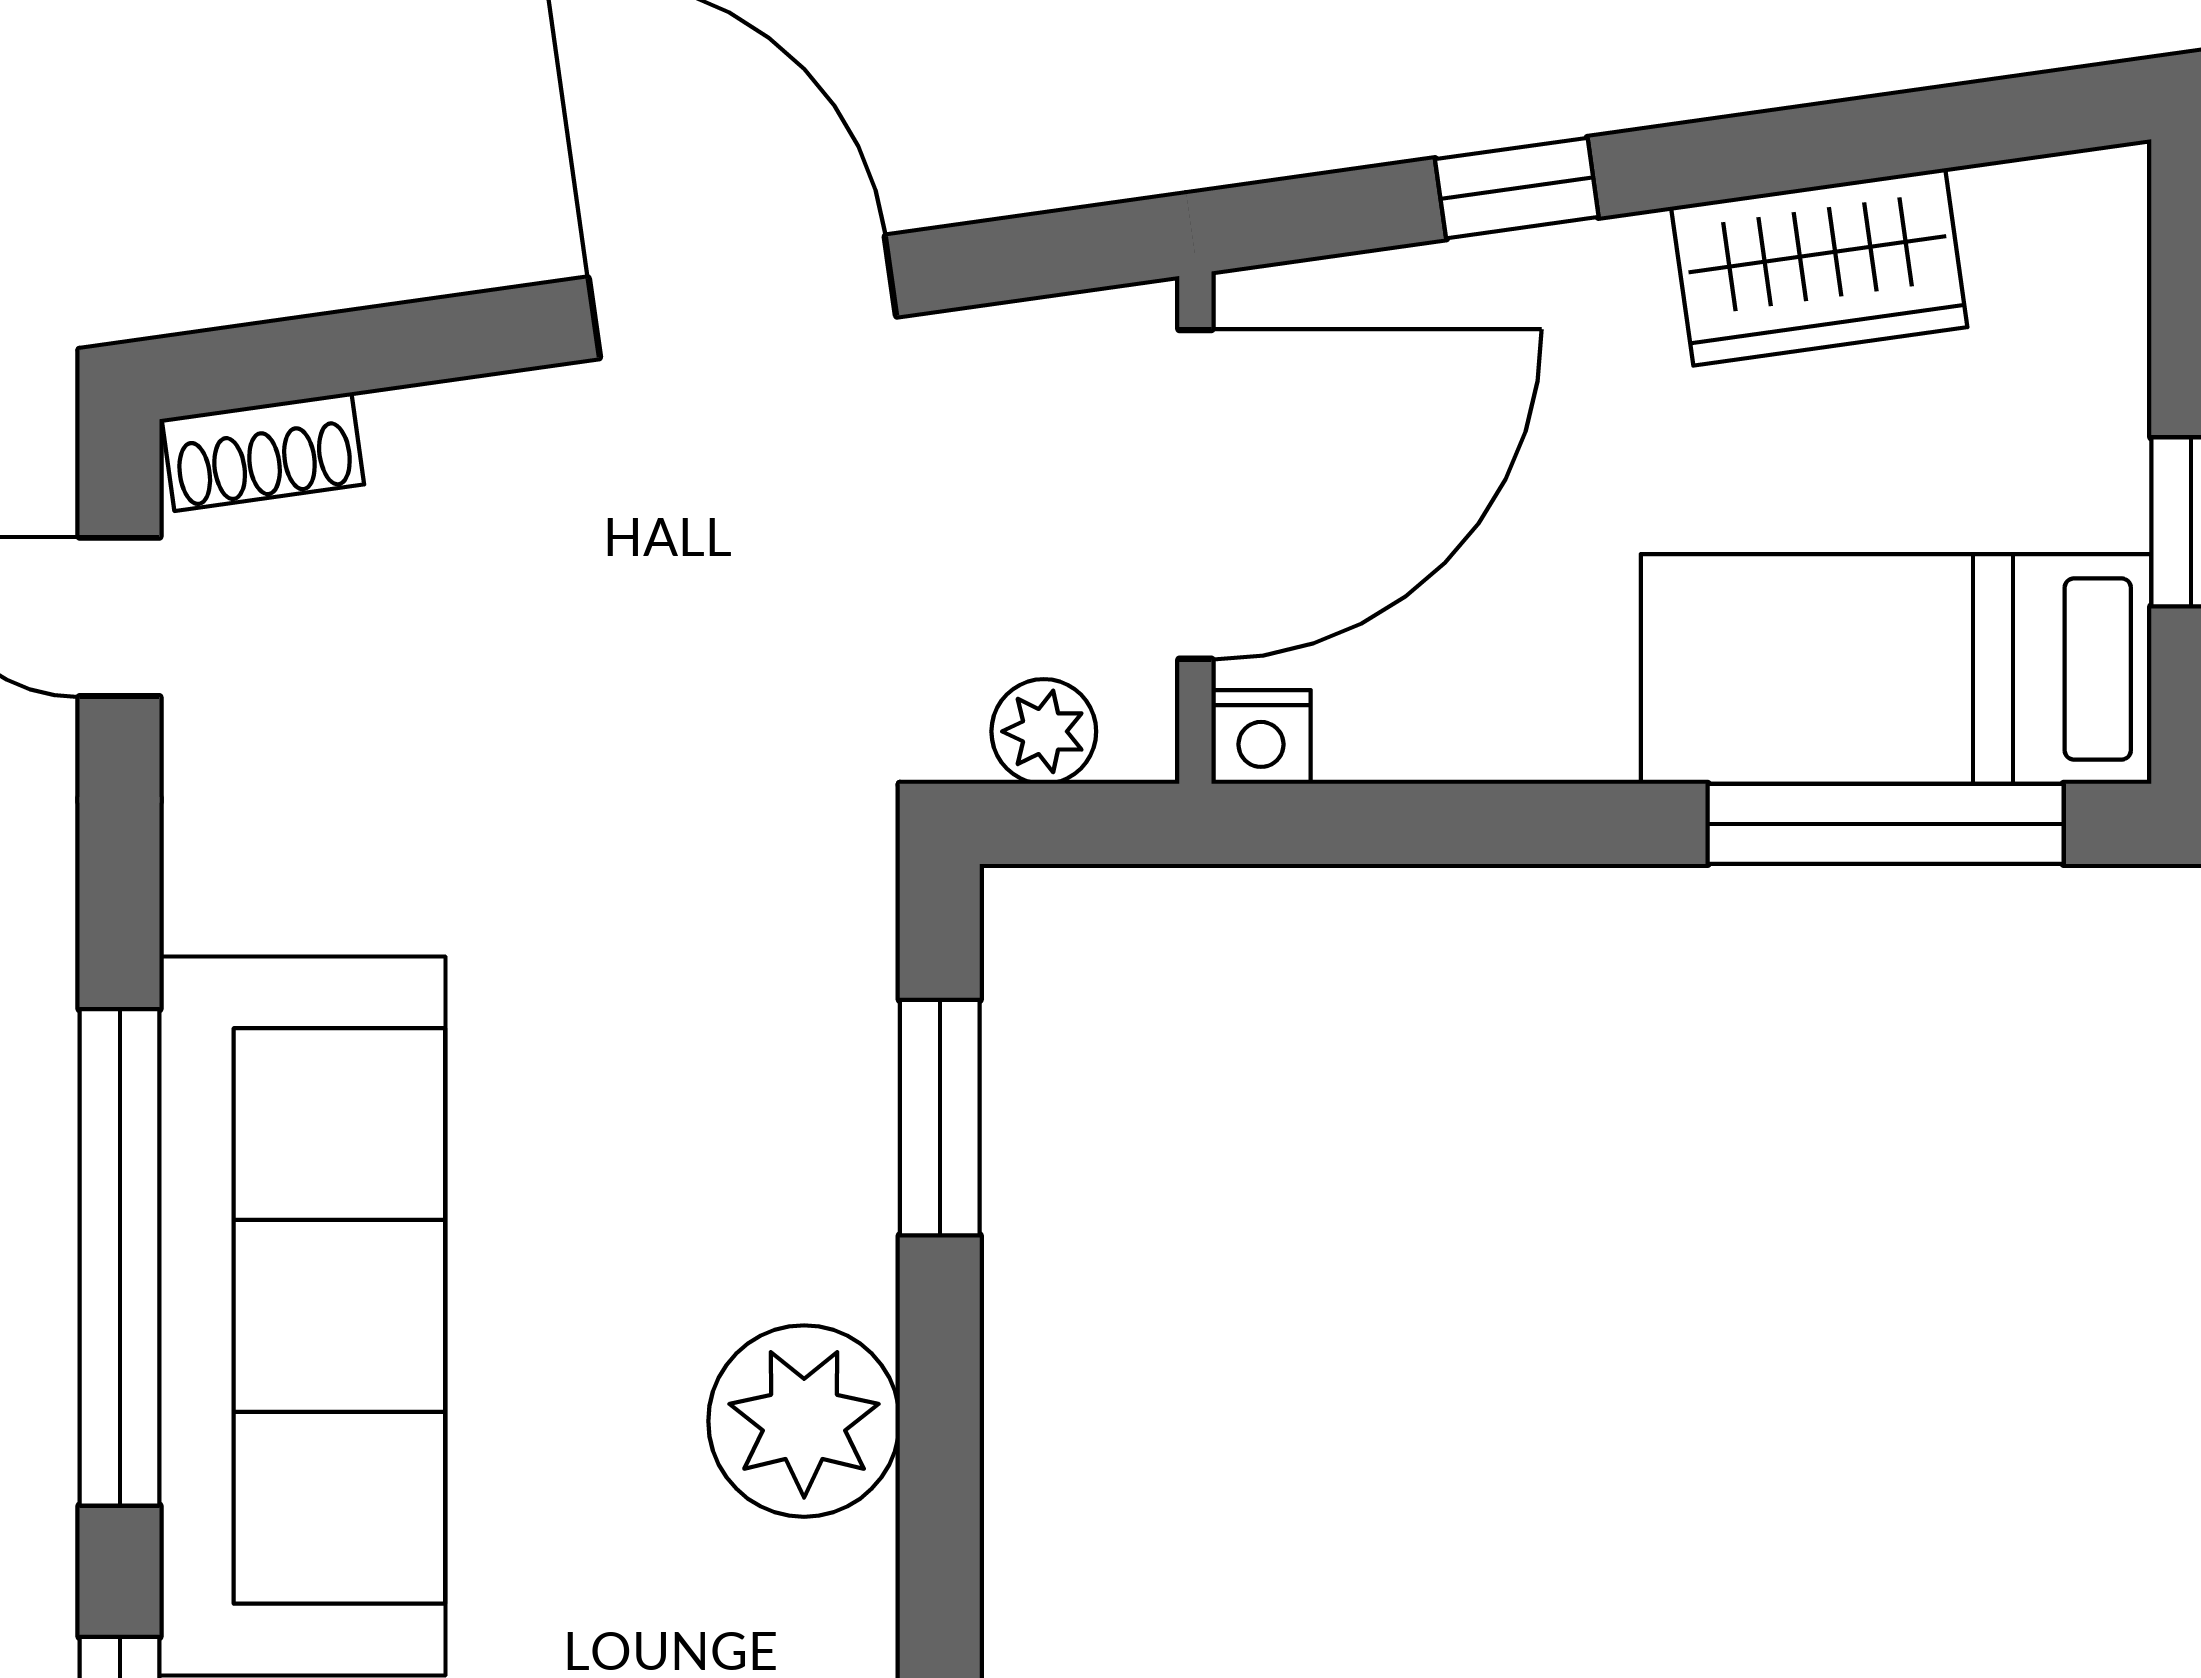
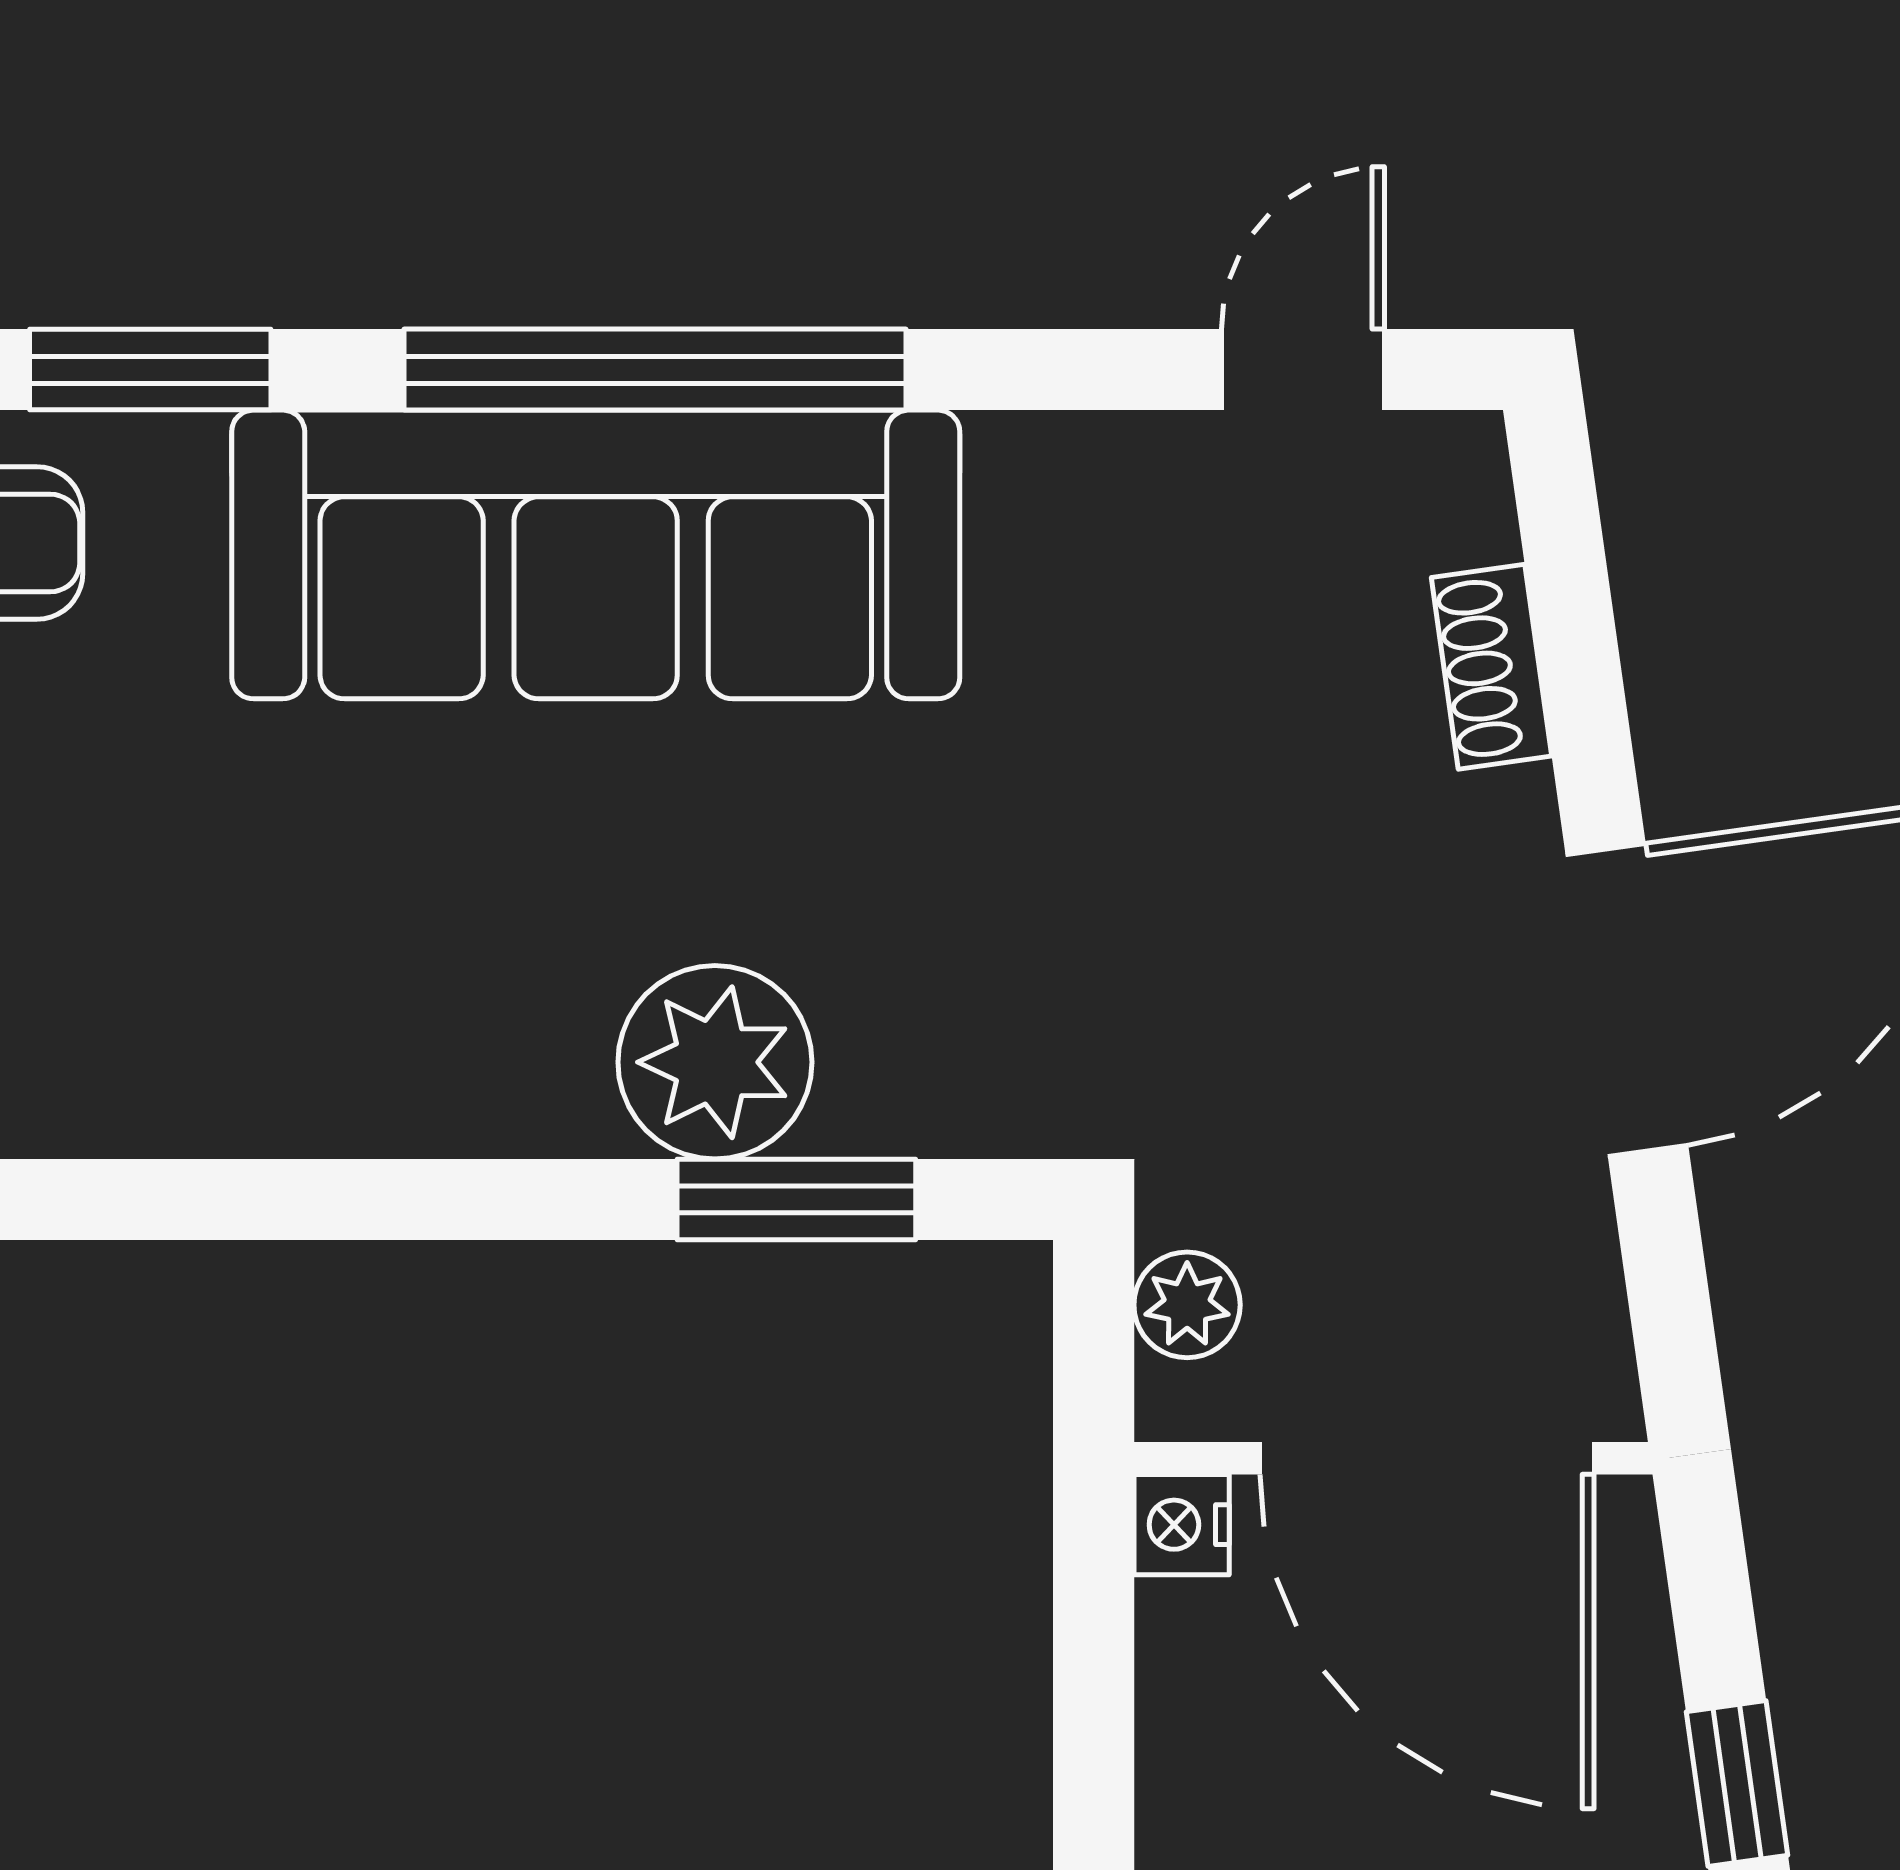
shoe rack: (263, 452) -> (1492, 667), moved
plant: (804, 1421) -> (715, 1062), moved

